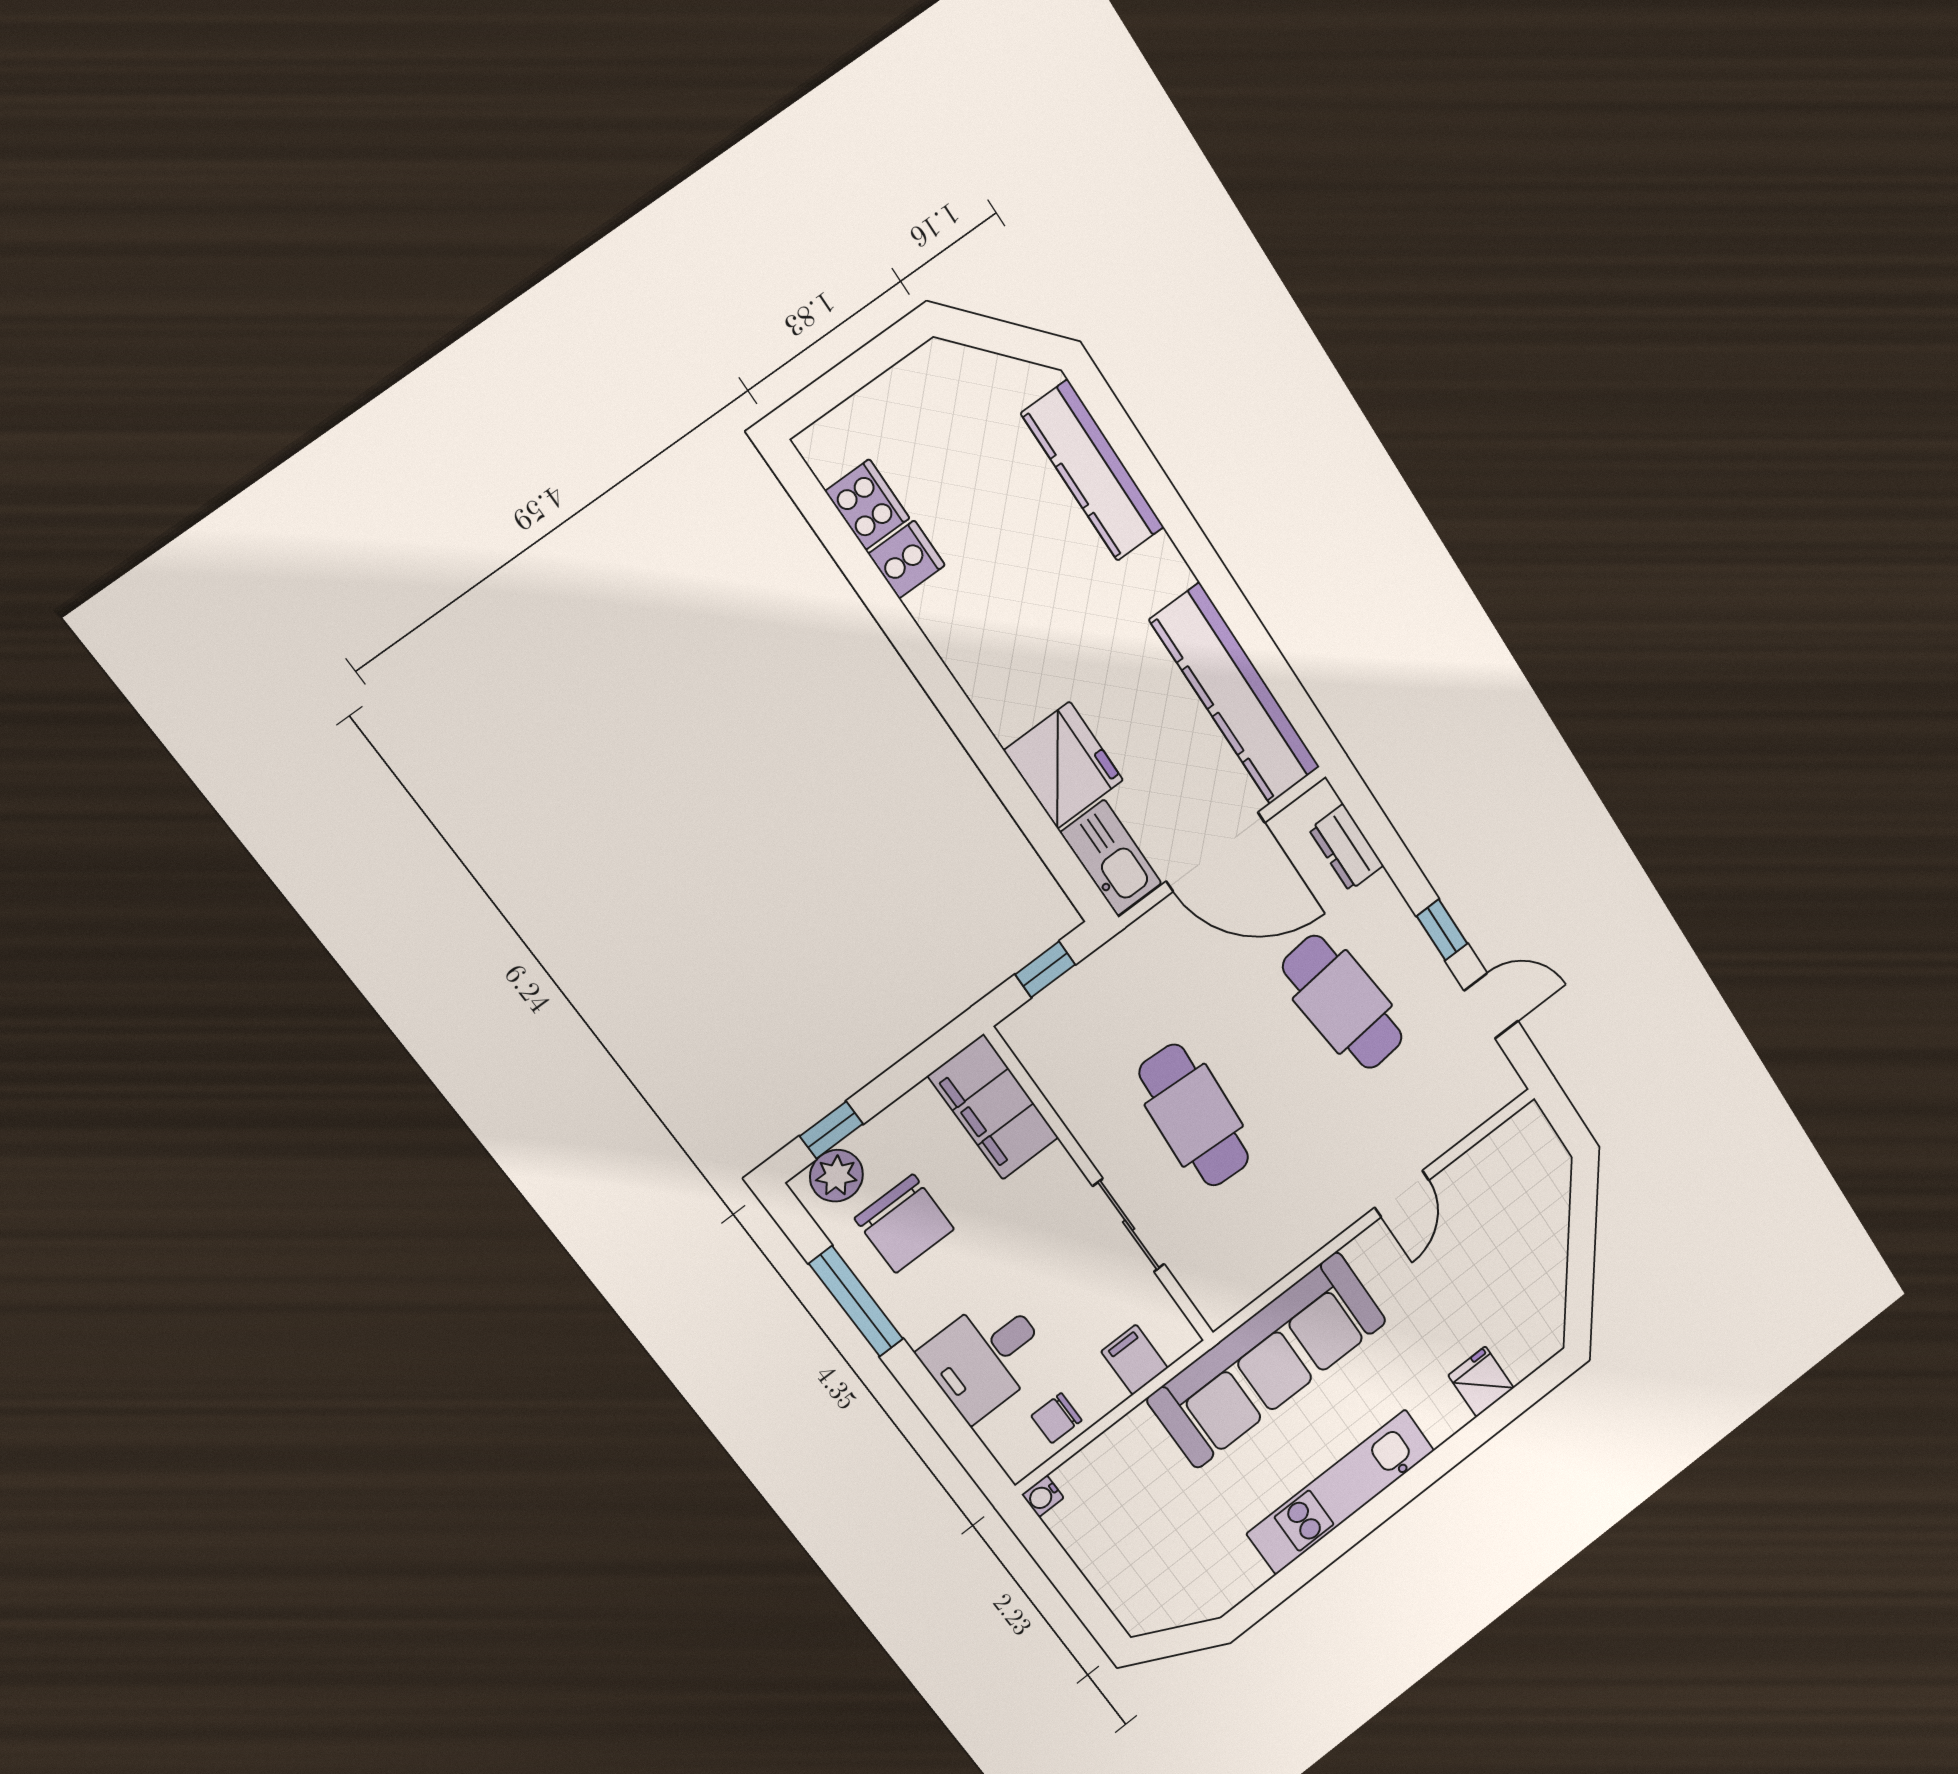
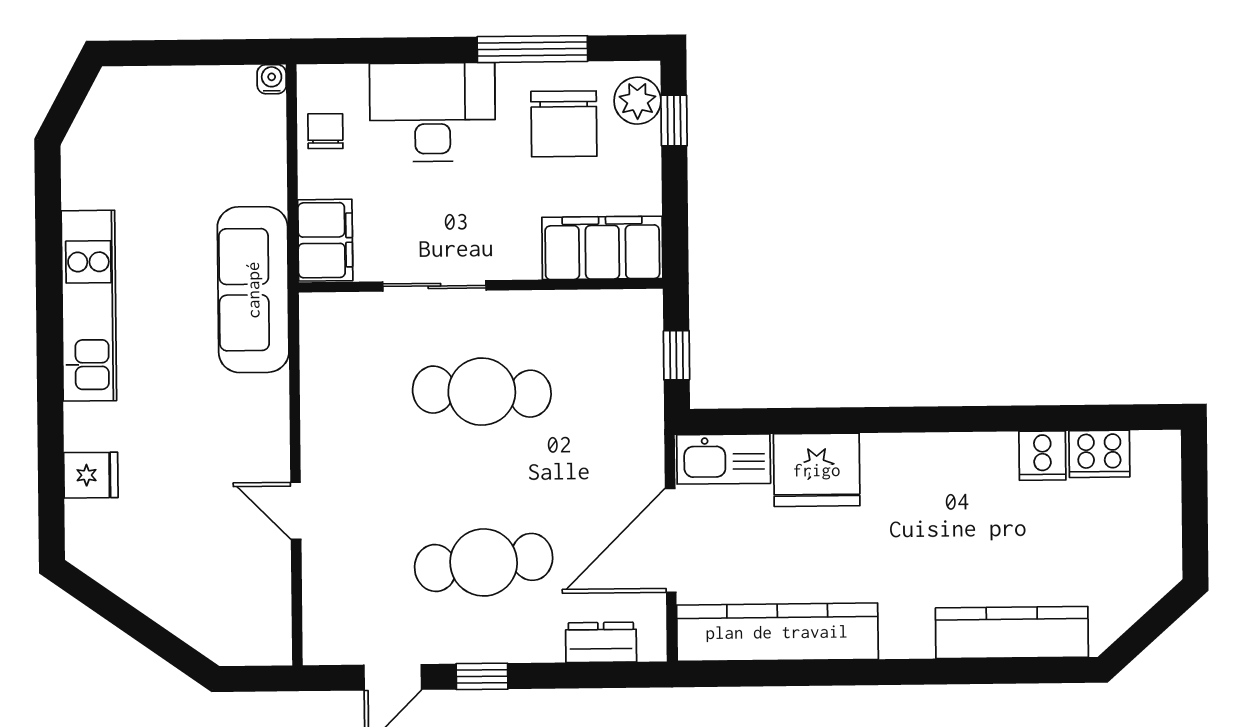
chair: (904, 1224) -> (564, 124), turned -90
desk: (986, 1357) -> (432, 112), width x1.37
filing cabinet: (1134, 1360) -> (325, 240), width x2.00
sofa: (1267, 1360) -> (253, 290), width x0.74, depth x0.79

